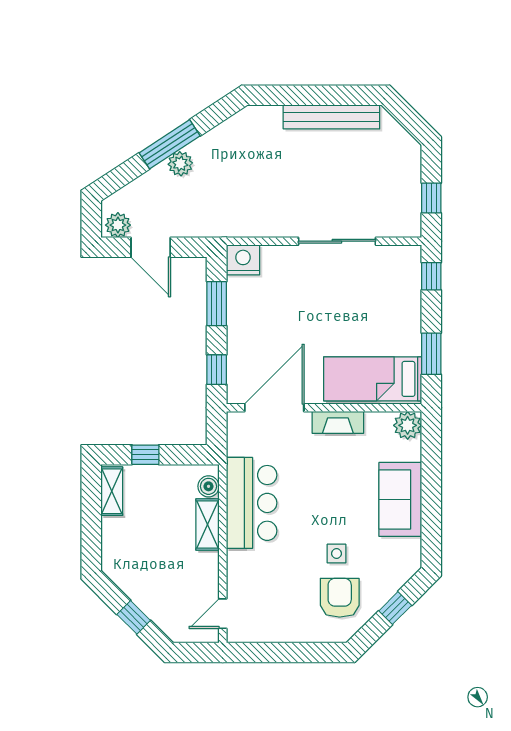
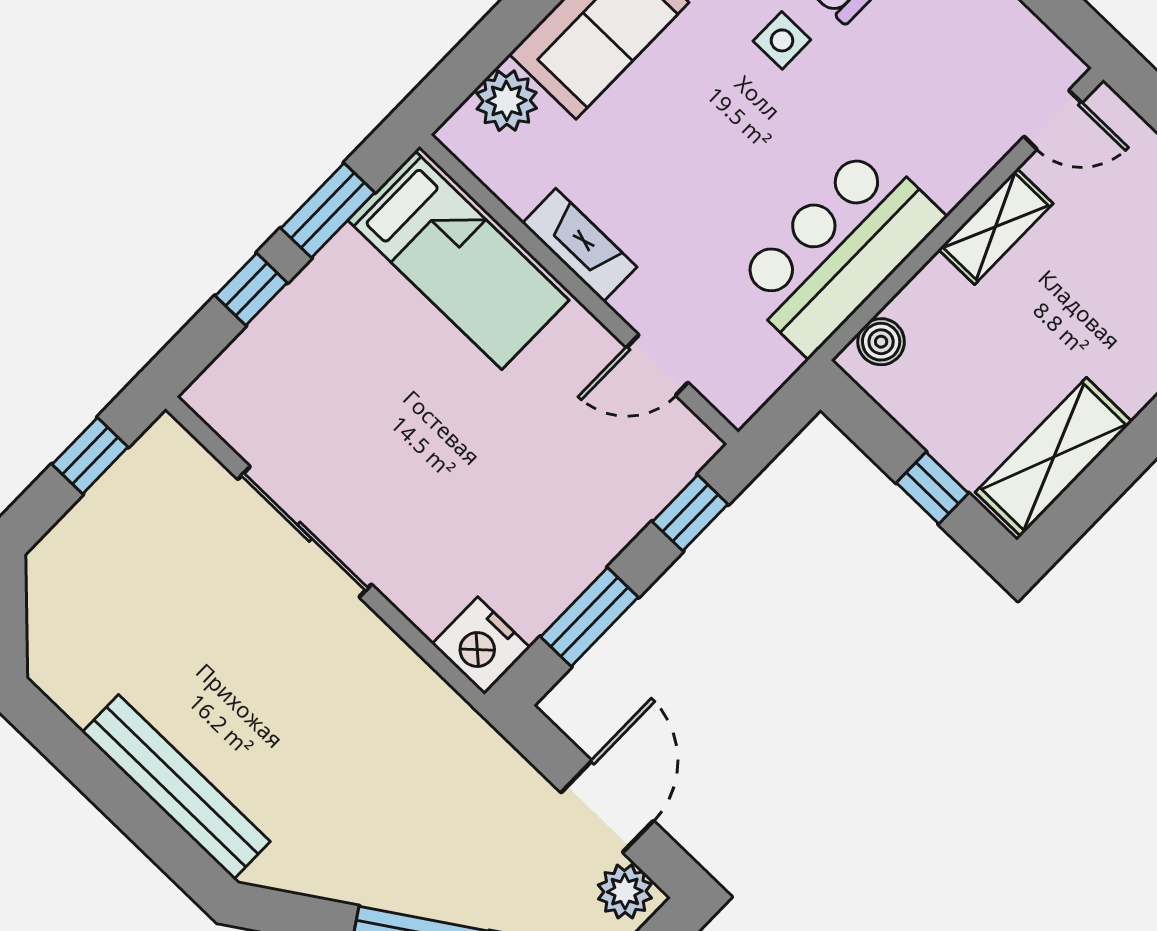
bench: (331, 117) -> (176, 787), moved
plant: (180, 164) -> (433, 893), removed
window: (431, 276) -> (251, 289), moved
door: (274, 408) -> (657, 365), width x0.53
plant: (408, 425) -> (507, 101), moved
shelving: (112, 491) -> (1054, 457), width x1.50, depth x1.33
shelving: (208, 524) -> (996, 227), moved

